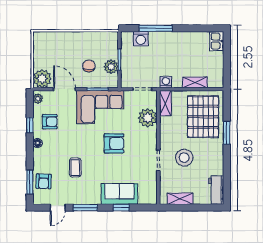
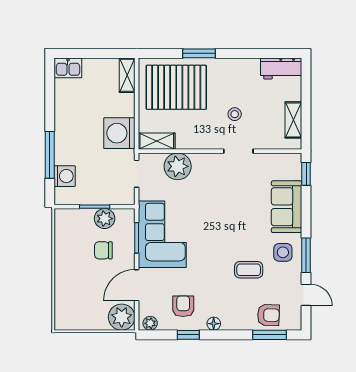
washing machine: (166, 82) -> (119, 133), width x1.89, depth x1.89
shelving: (195, 82) -> (127, 75), moved
armchair: (114, 143) -> (214, 214), removed
stool: (184, 158) -> (235, 114), width x0.53, depth x0.53
side table: (87, 191) -> (283, 252), added
window: (121, 208) -> (306, 174), moved

